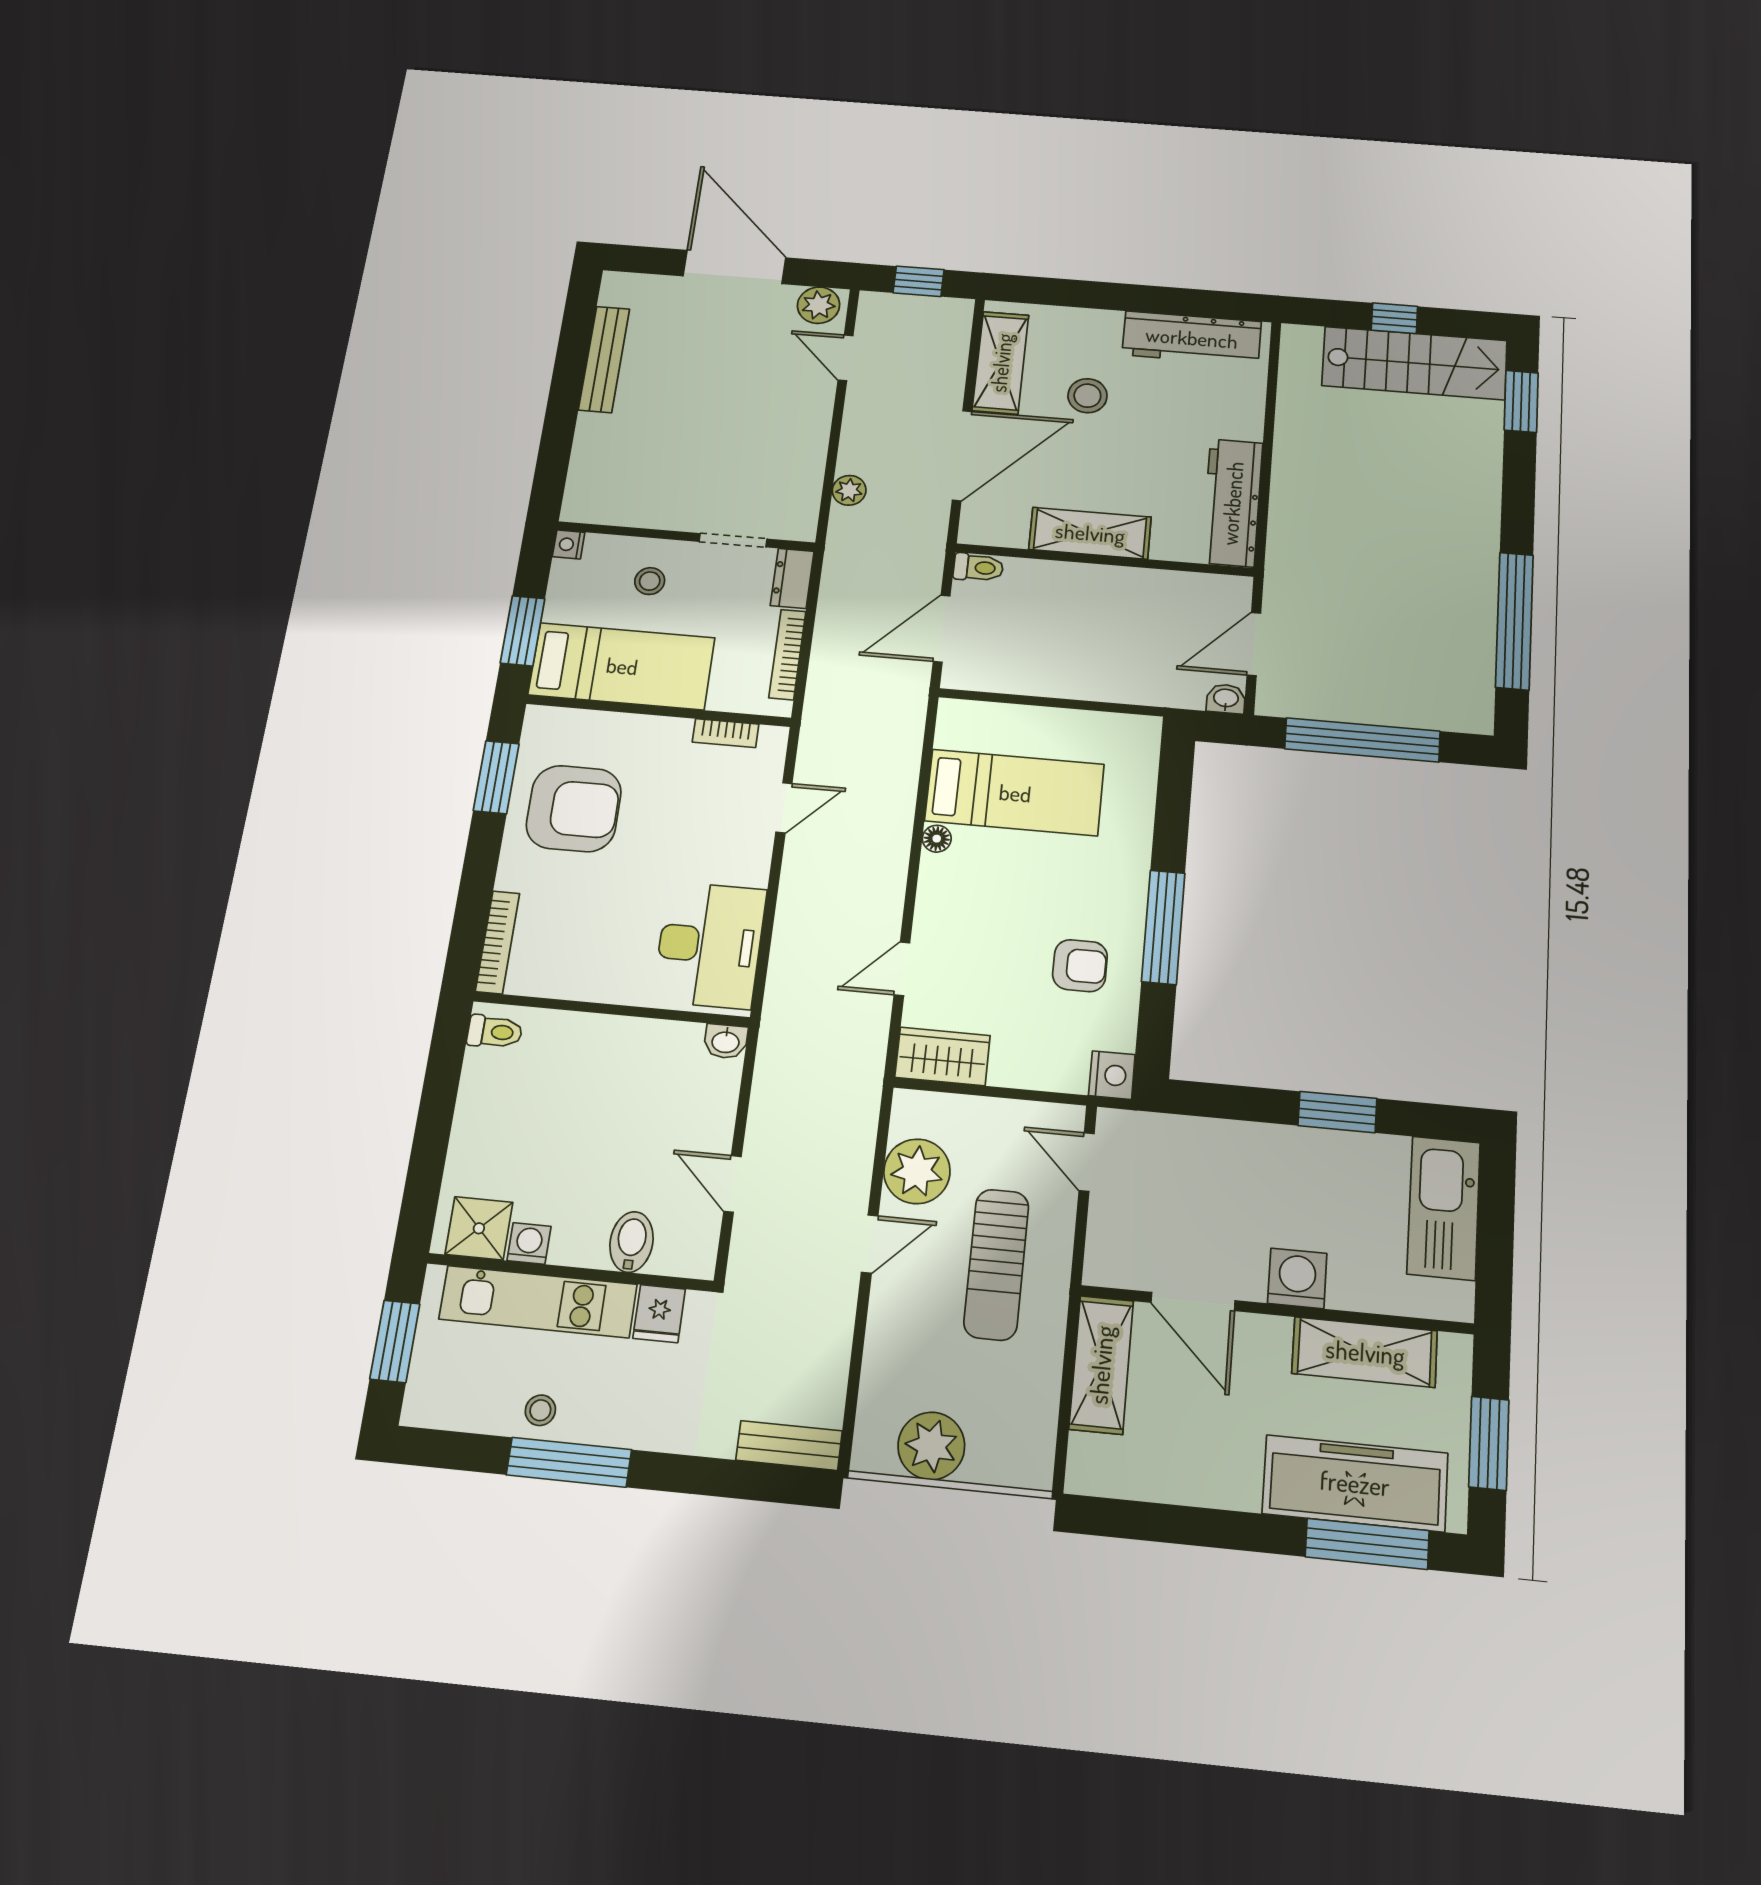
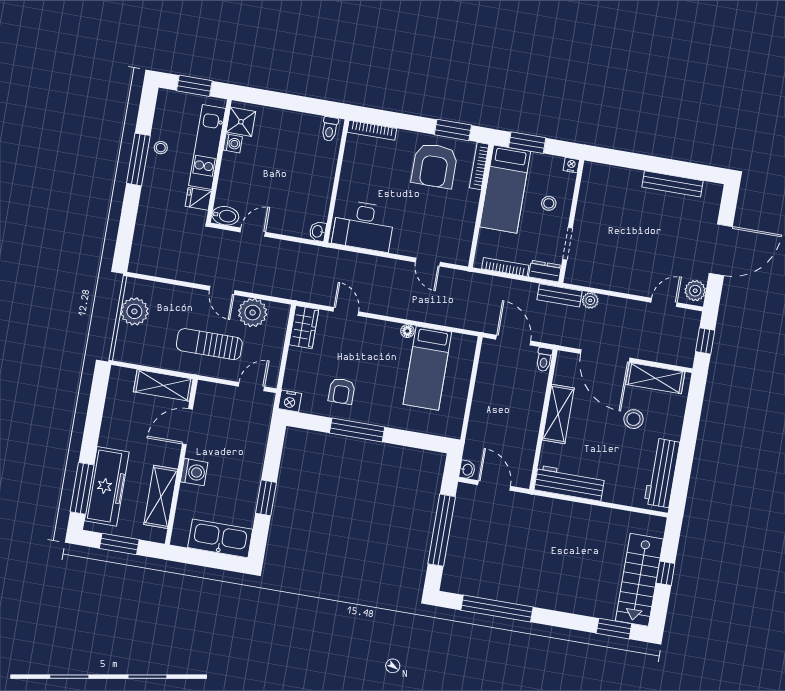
bookcase: (726, 733) -> (479, 166), moved, width x1.56
bidet: (631, 1242) -> (225, 216), moved
bench: (789, 1446) -> (559, 295), moved, turned 90

